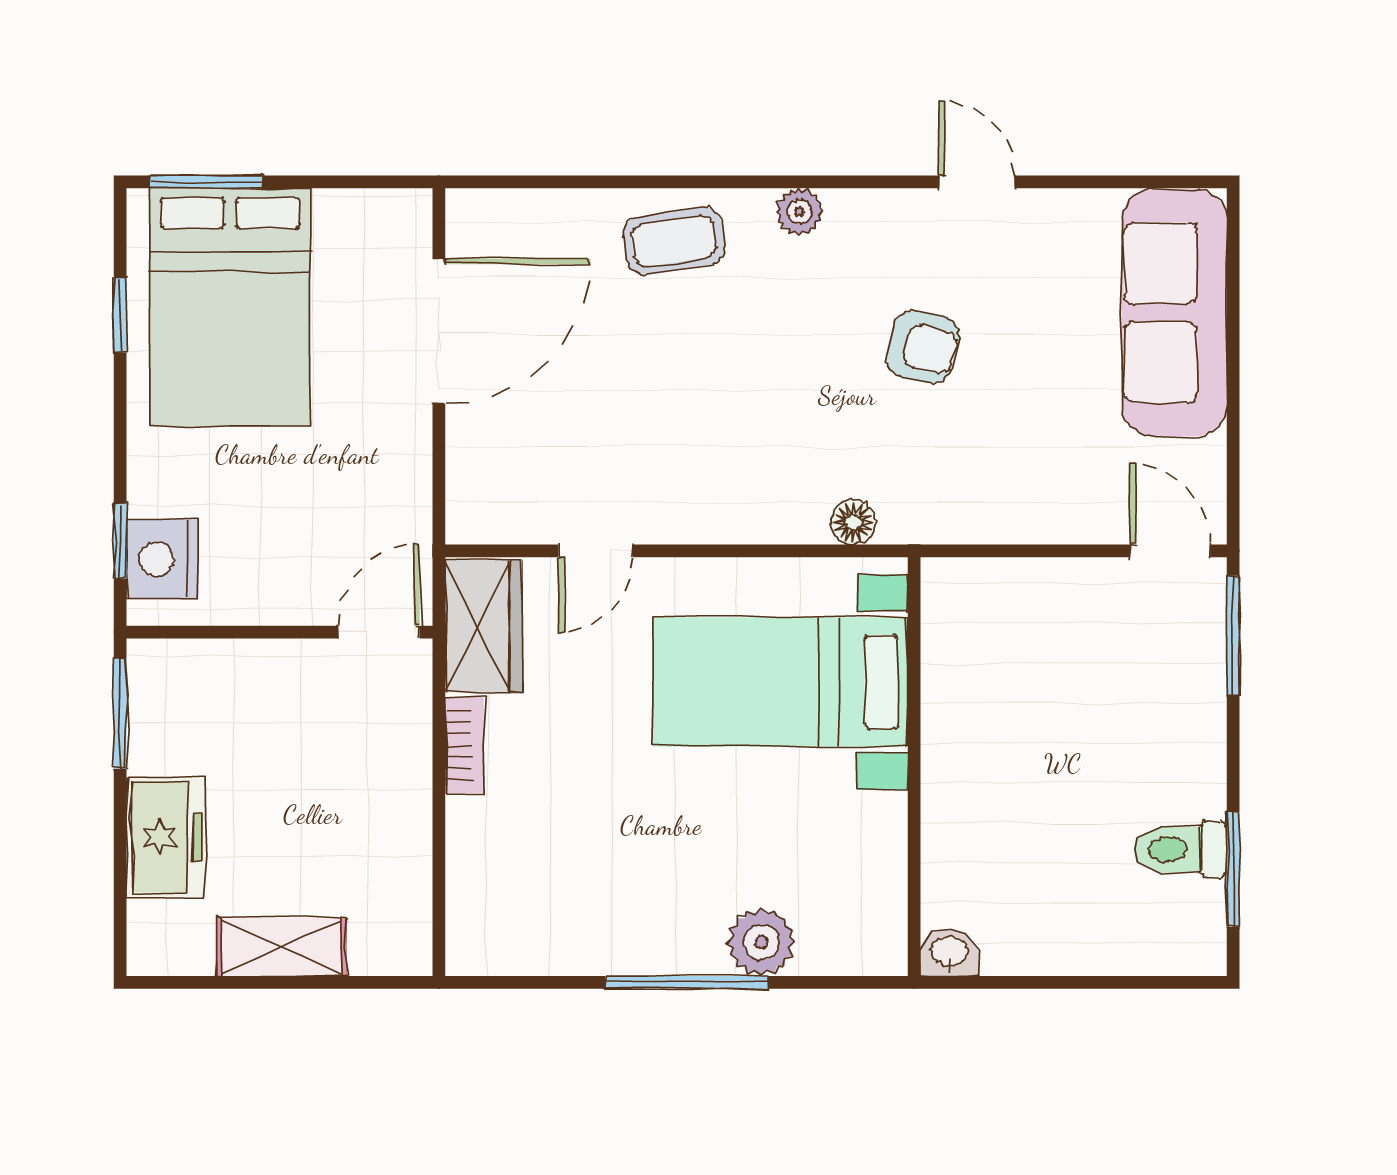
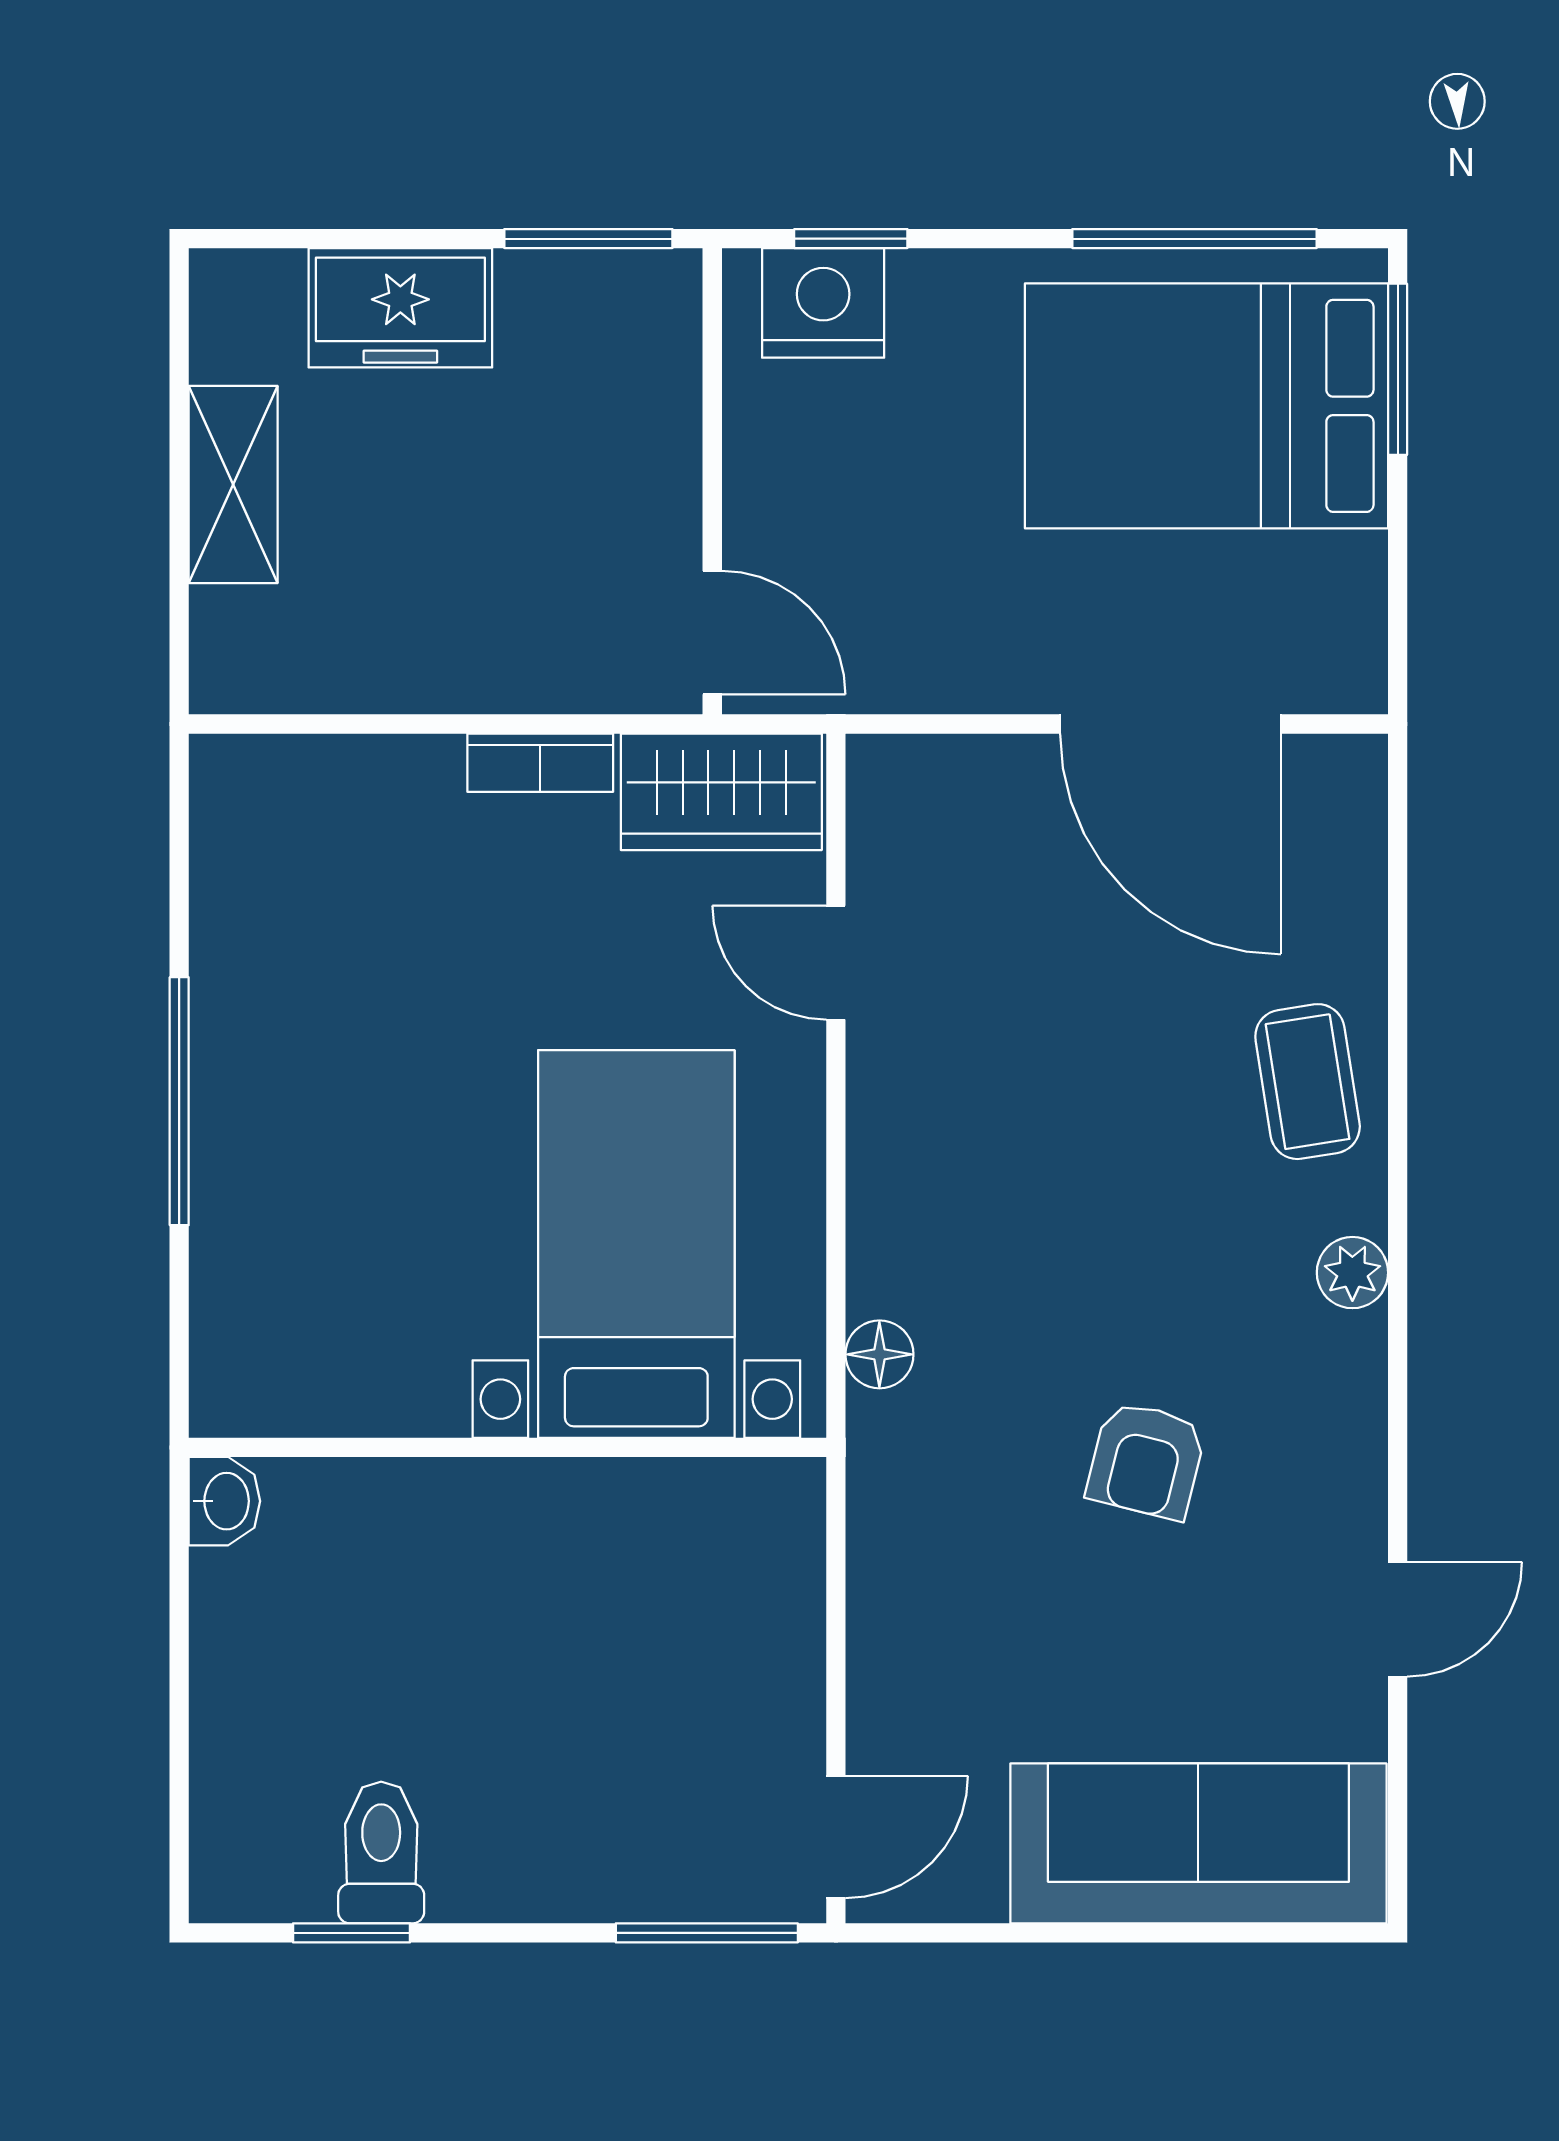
door: (977, 182) -> (1398, 1619), moved
window: (120, 315) -> (1194, 239), width x2.17
window: (1233, 869) -> (351, 1933), width x0.67
plant: (761, 942) -> (240, 1214), removed

